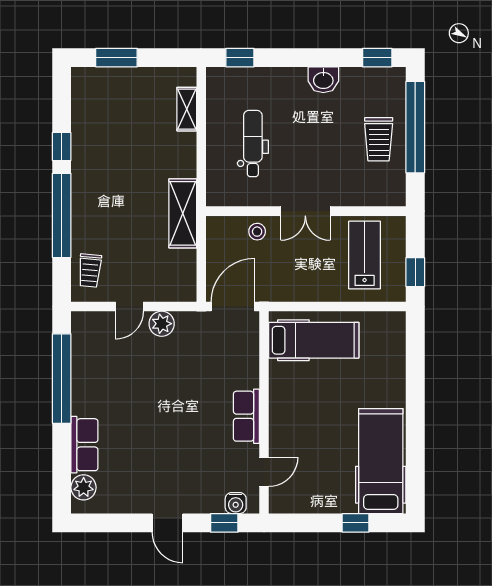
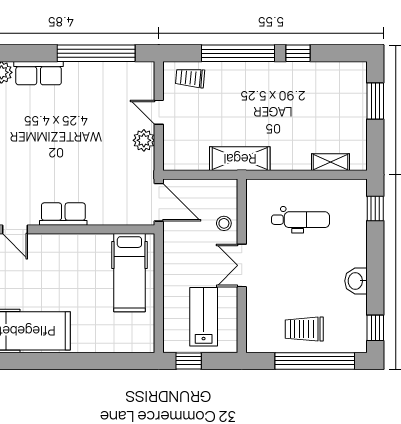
lab bench: (365, 255) -> (204, 317), turned -90

